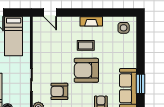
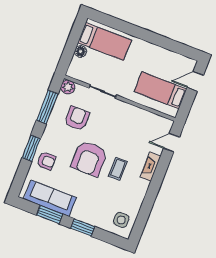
fireplace: (91, 21) -> (150, 167), moved
window: (141, 55) -> (83, 227), added
armchair: (86, 70) -> (89, 158), turned 180

